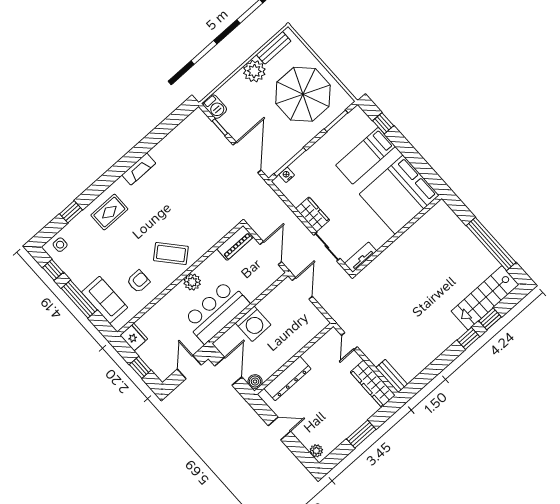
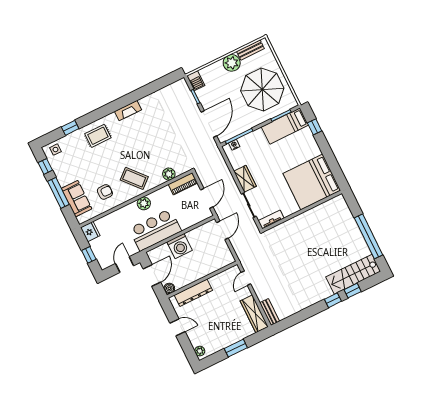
bed: (365, 156) -> (285, 126), moved
plant: (214, 236) -> (169, 174), added

